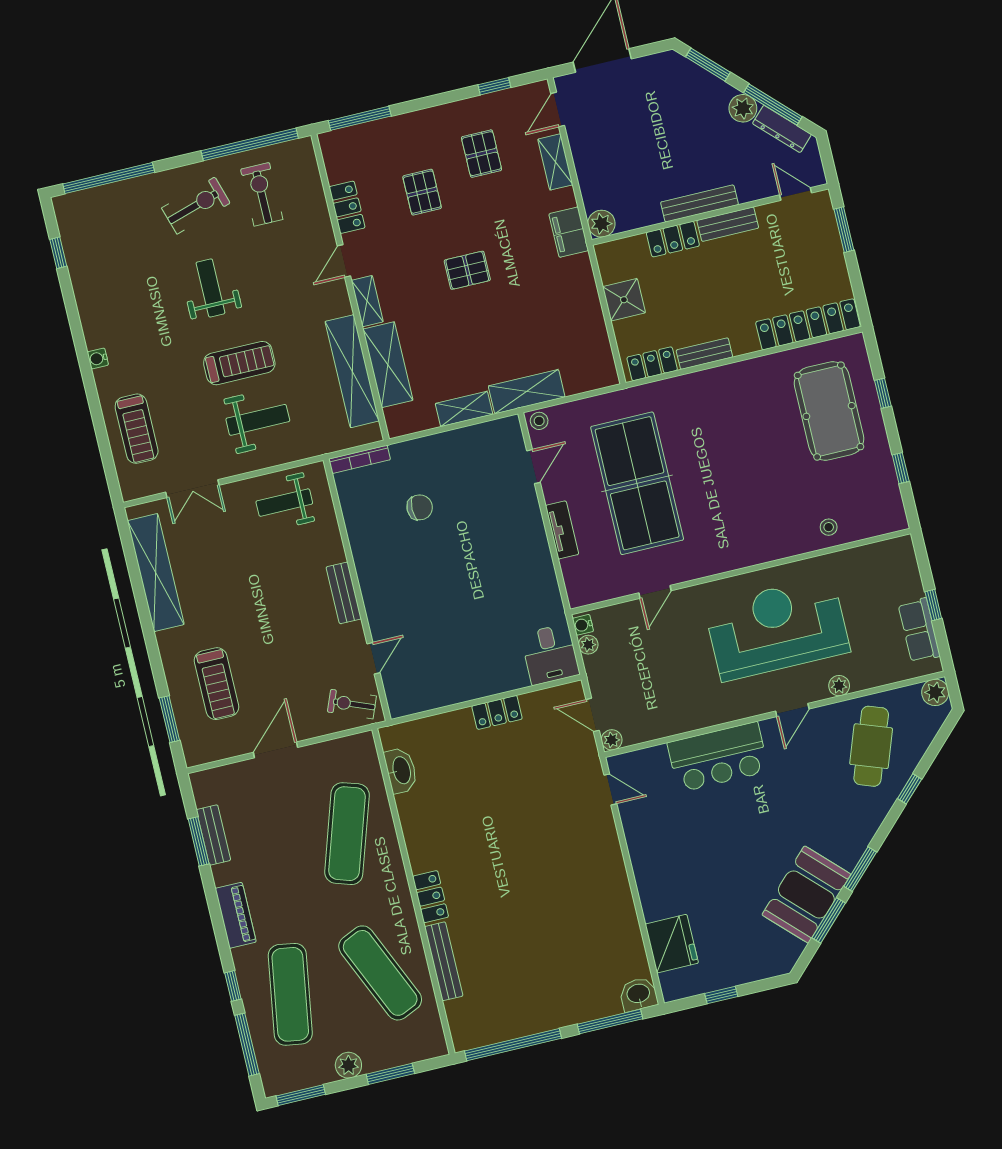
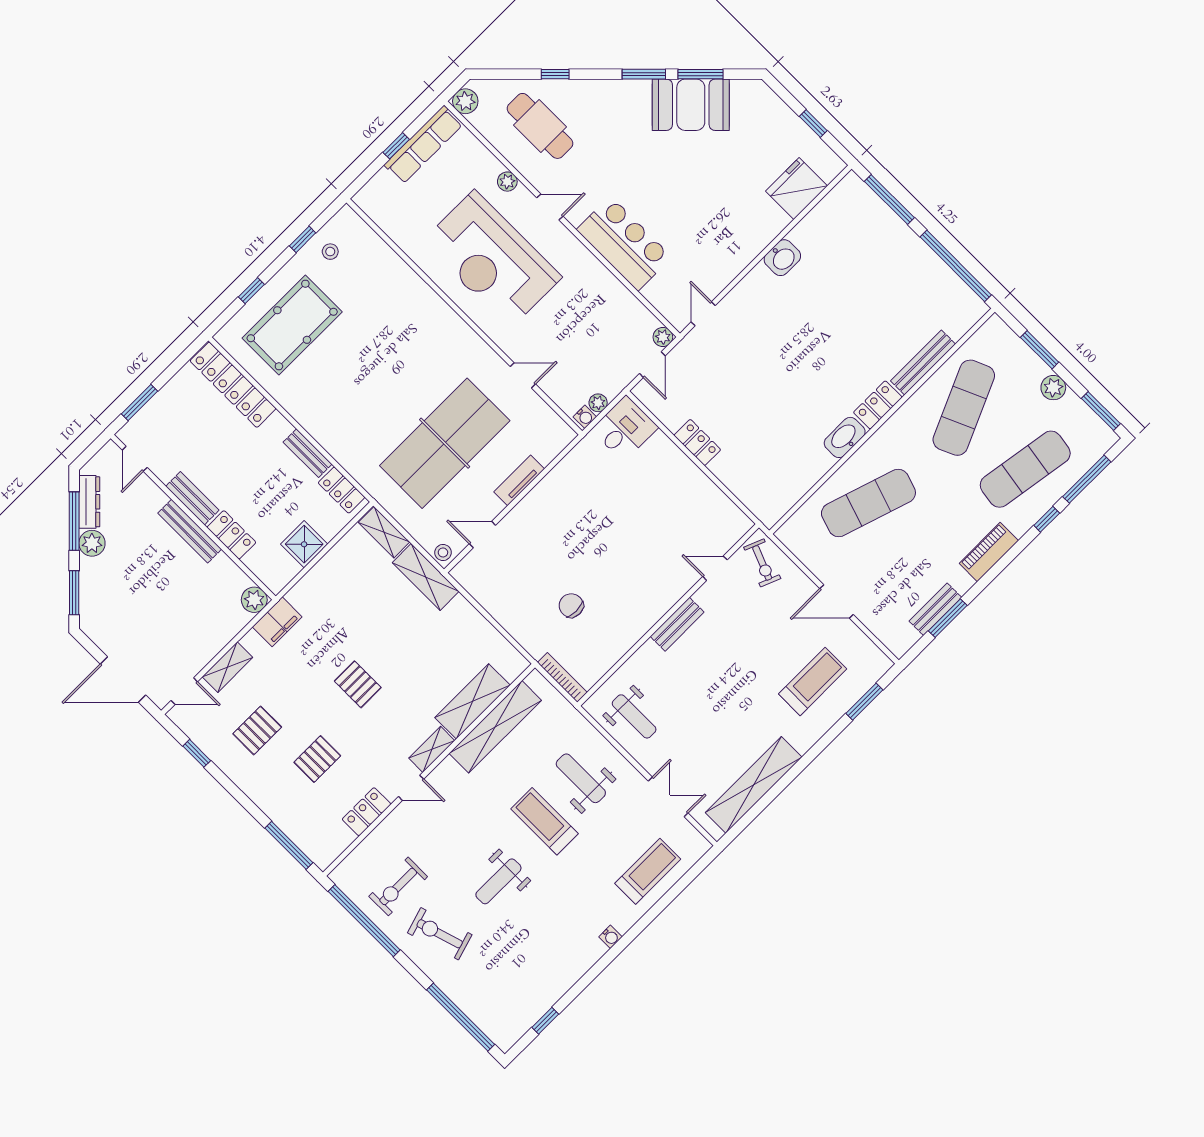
shelving: (464, 409) -> (384, 532), moved
stool: (829, 527) -> (330, 252), moved
row of seats: (919, 630) -> (423, 145), width x1.48
cafe table: (871, 746) -> (540, 126), turned 70
washbasin: (401, 770) -> (845, 437), moved
washbasin: (638, 994) -> (782, 258), moved, turned -90

